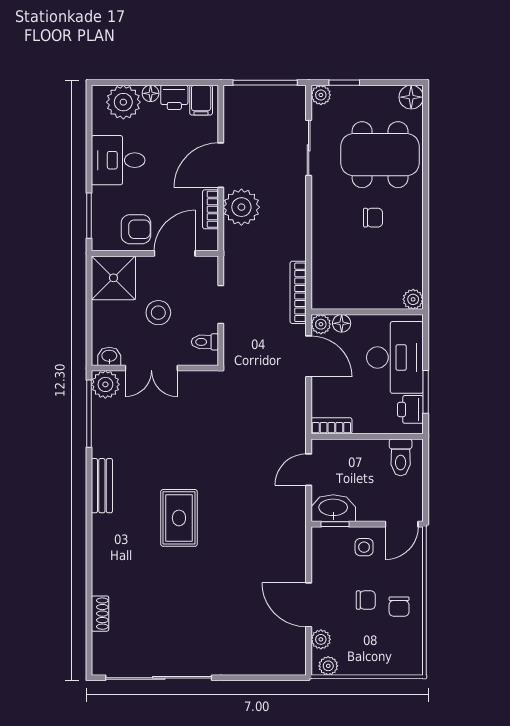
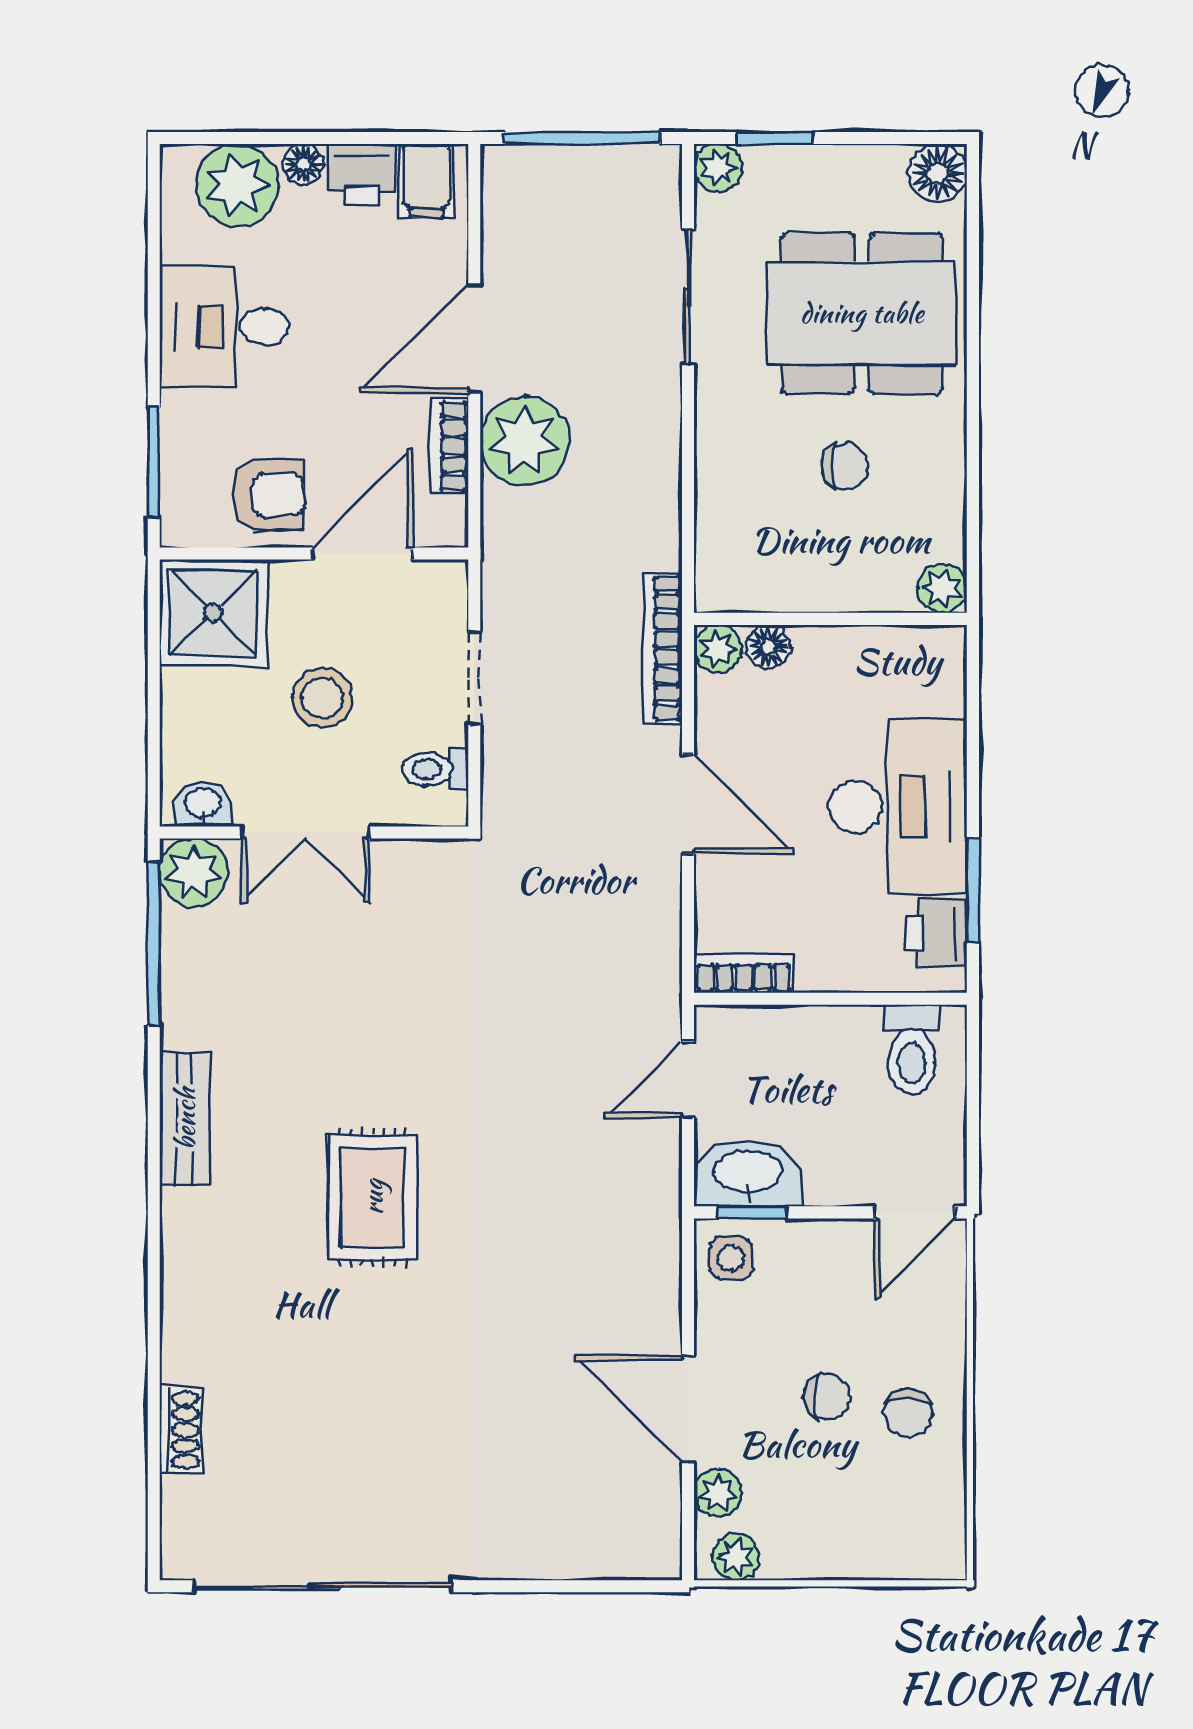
plant: (413, 299) -> (942, 588), moved
wall: (367, 312) -> (830, 619), moved
floor lamp: (342, 323) -> (768, 647), moved
plant: (321, 324) -> (718, 649), moved
side table: (364, 547) -> (731, 1258), moved

